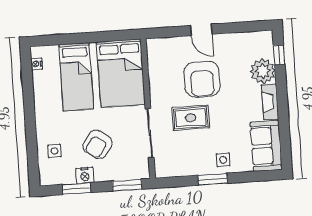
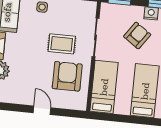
bed: (121, 73) -> (104, 87), width x0.67
armchair: (202, 79) -> (67, 76), moved

